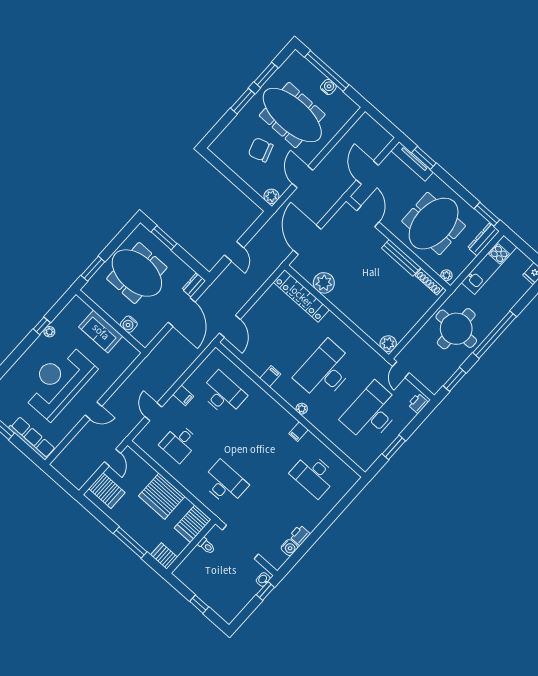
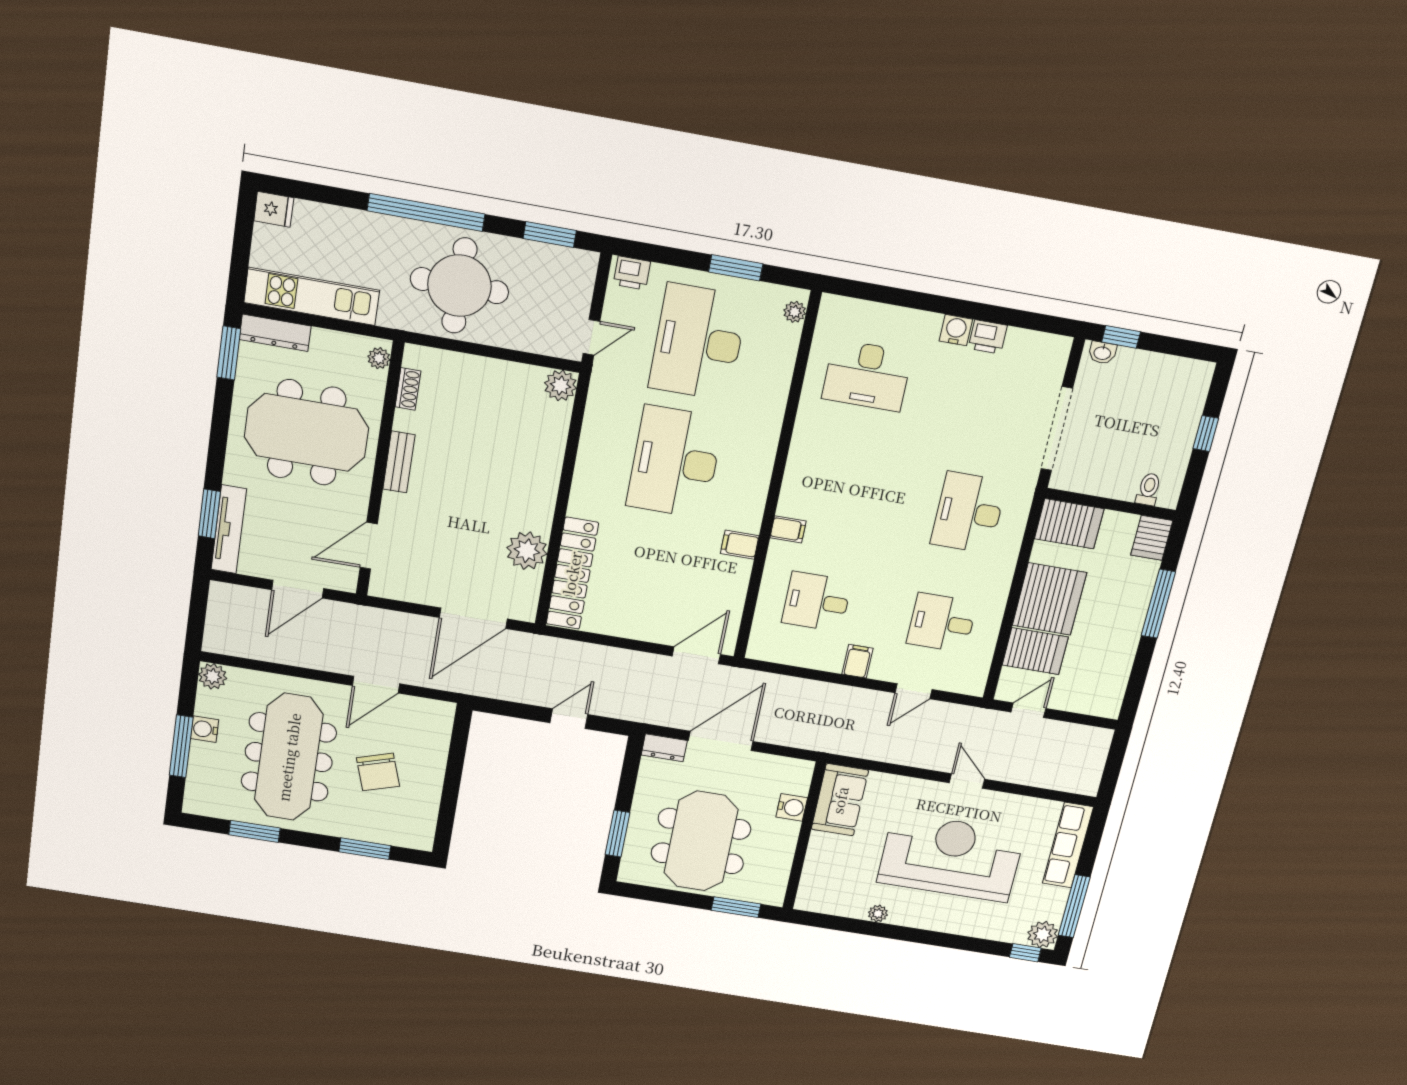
window: (327, 71) -> (181, 746), width x0.68
window: (243, 101) -> (365, 849), moved
plant: (271, 196) -> (213, 676), moved
bench: (401, 258) -> (399, 462), width x0.73
shoe rack: (429, 282) -> (408, 389), width x0.70
window: (42, 326) -> (875, 929), removed
sofa: (101, 332) -> (840, 800), moved
desk: (325, 371) -> (675, 462), turned 90
reception desk: (58, 382) -> (951, 857), turned 180
desk: (223, 394) -> (817, 602), width x0.73
plant: (302, 409) -> (795, 312), moved
desk: (372, 413) -> (698, 342), turned 90
filing cabinet: (298, 432) -> (788, 529), moved
desk: (179, 443) -> (942, 623), turned 180
desk: (314, 475) -> (867, 375), turned 90
server rack: (107, 491) -> (1035, 651), moved, turned 90
toilet: (206, 546) -> (1149, 489), moved
water cooler: (289, 548) -> (956, 330), moved

